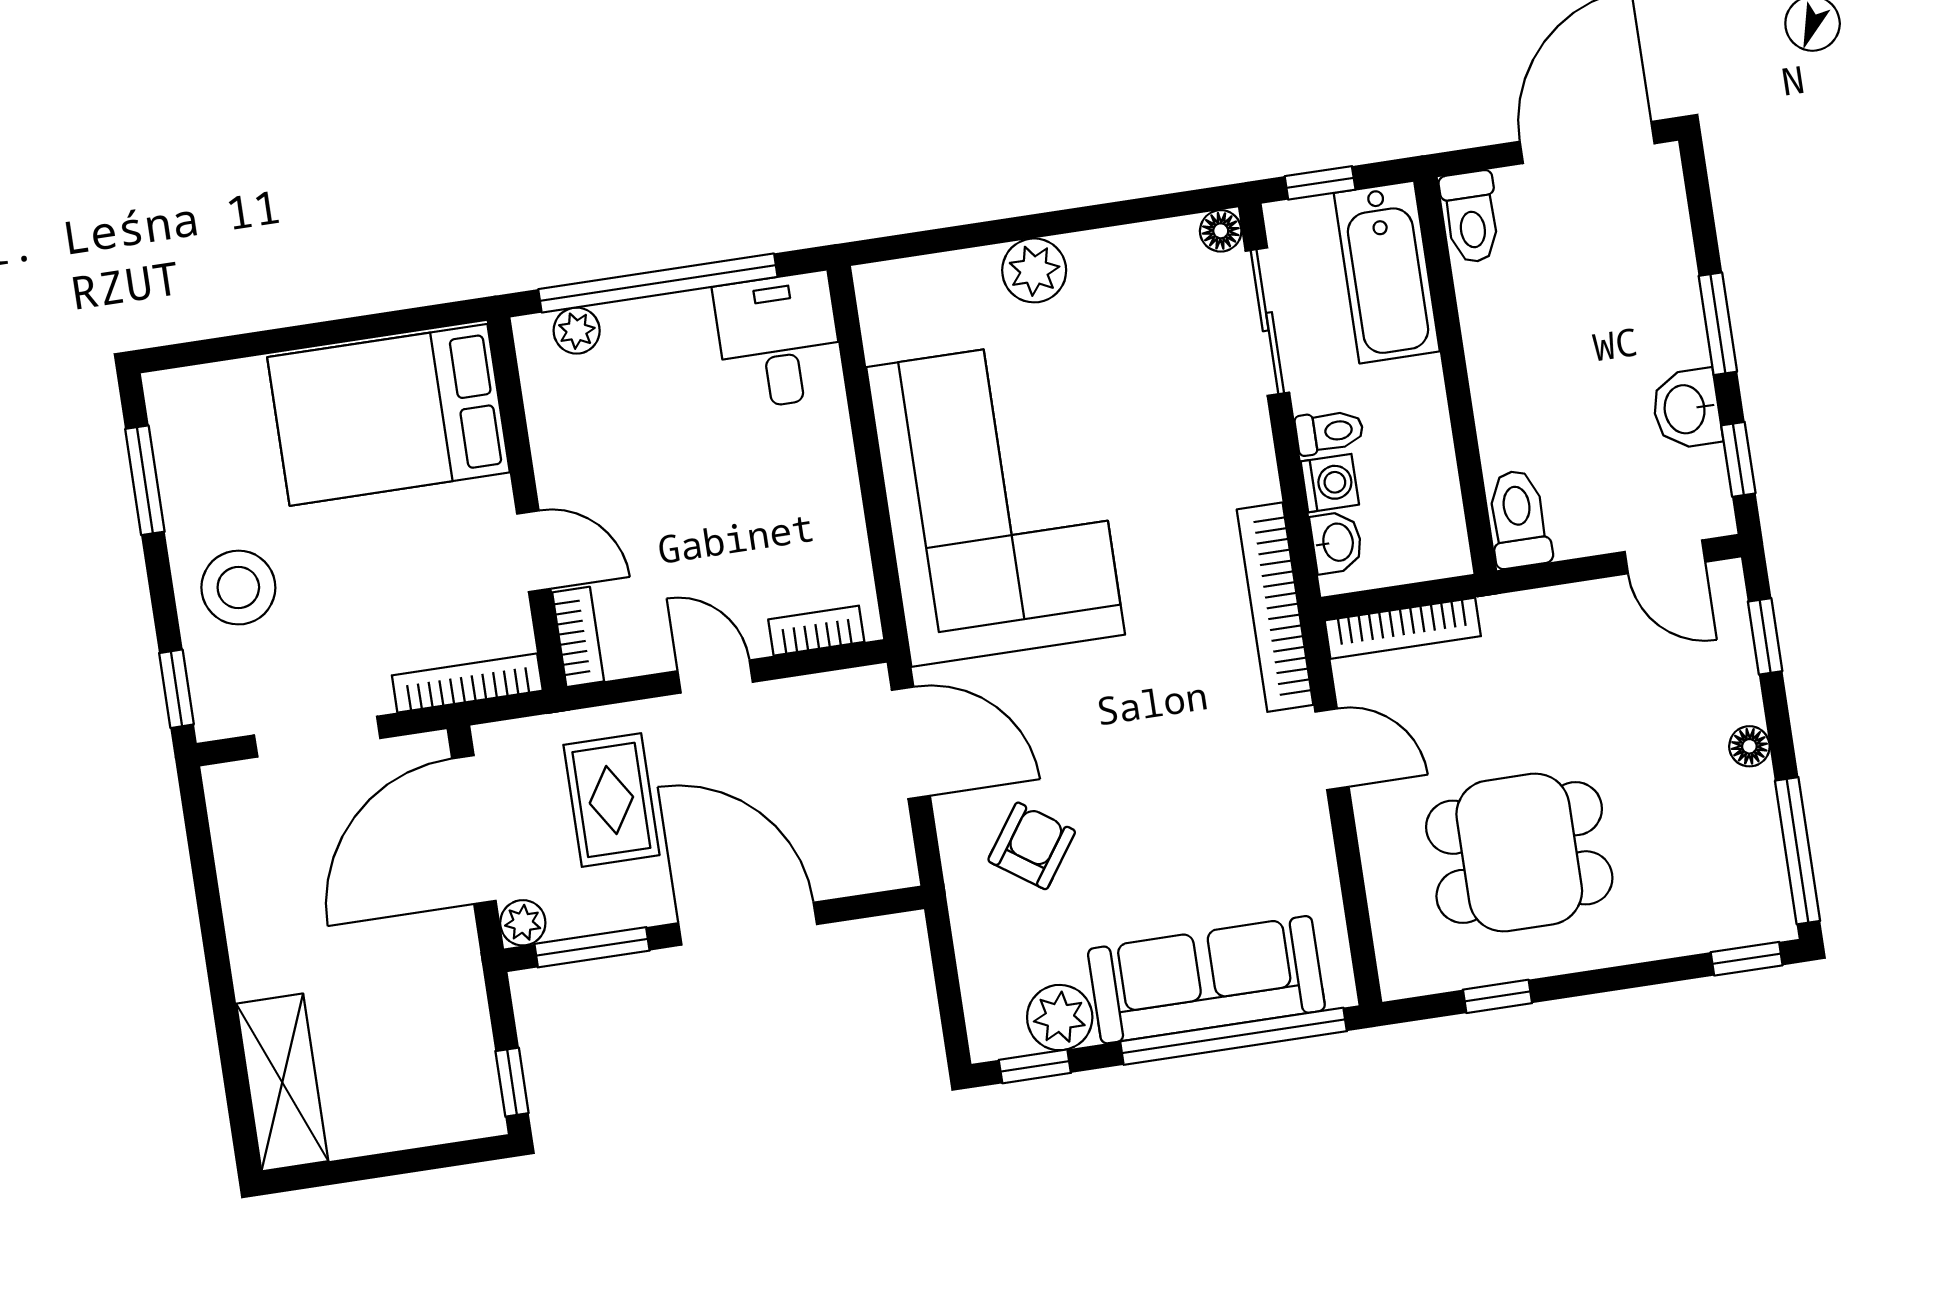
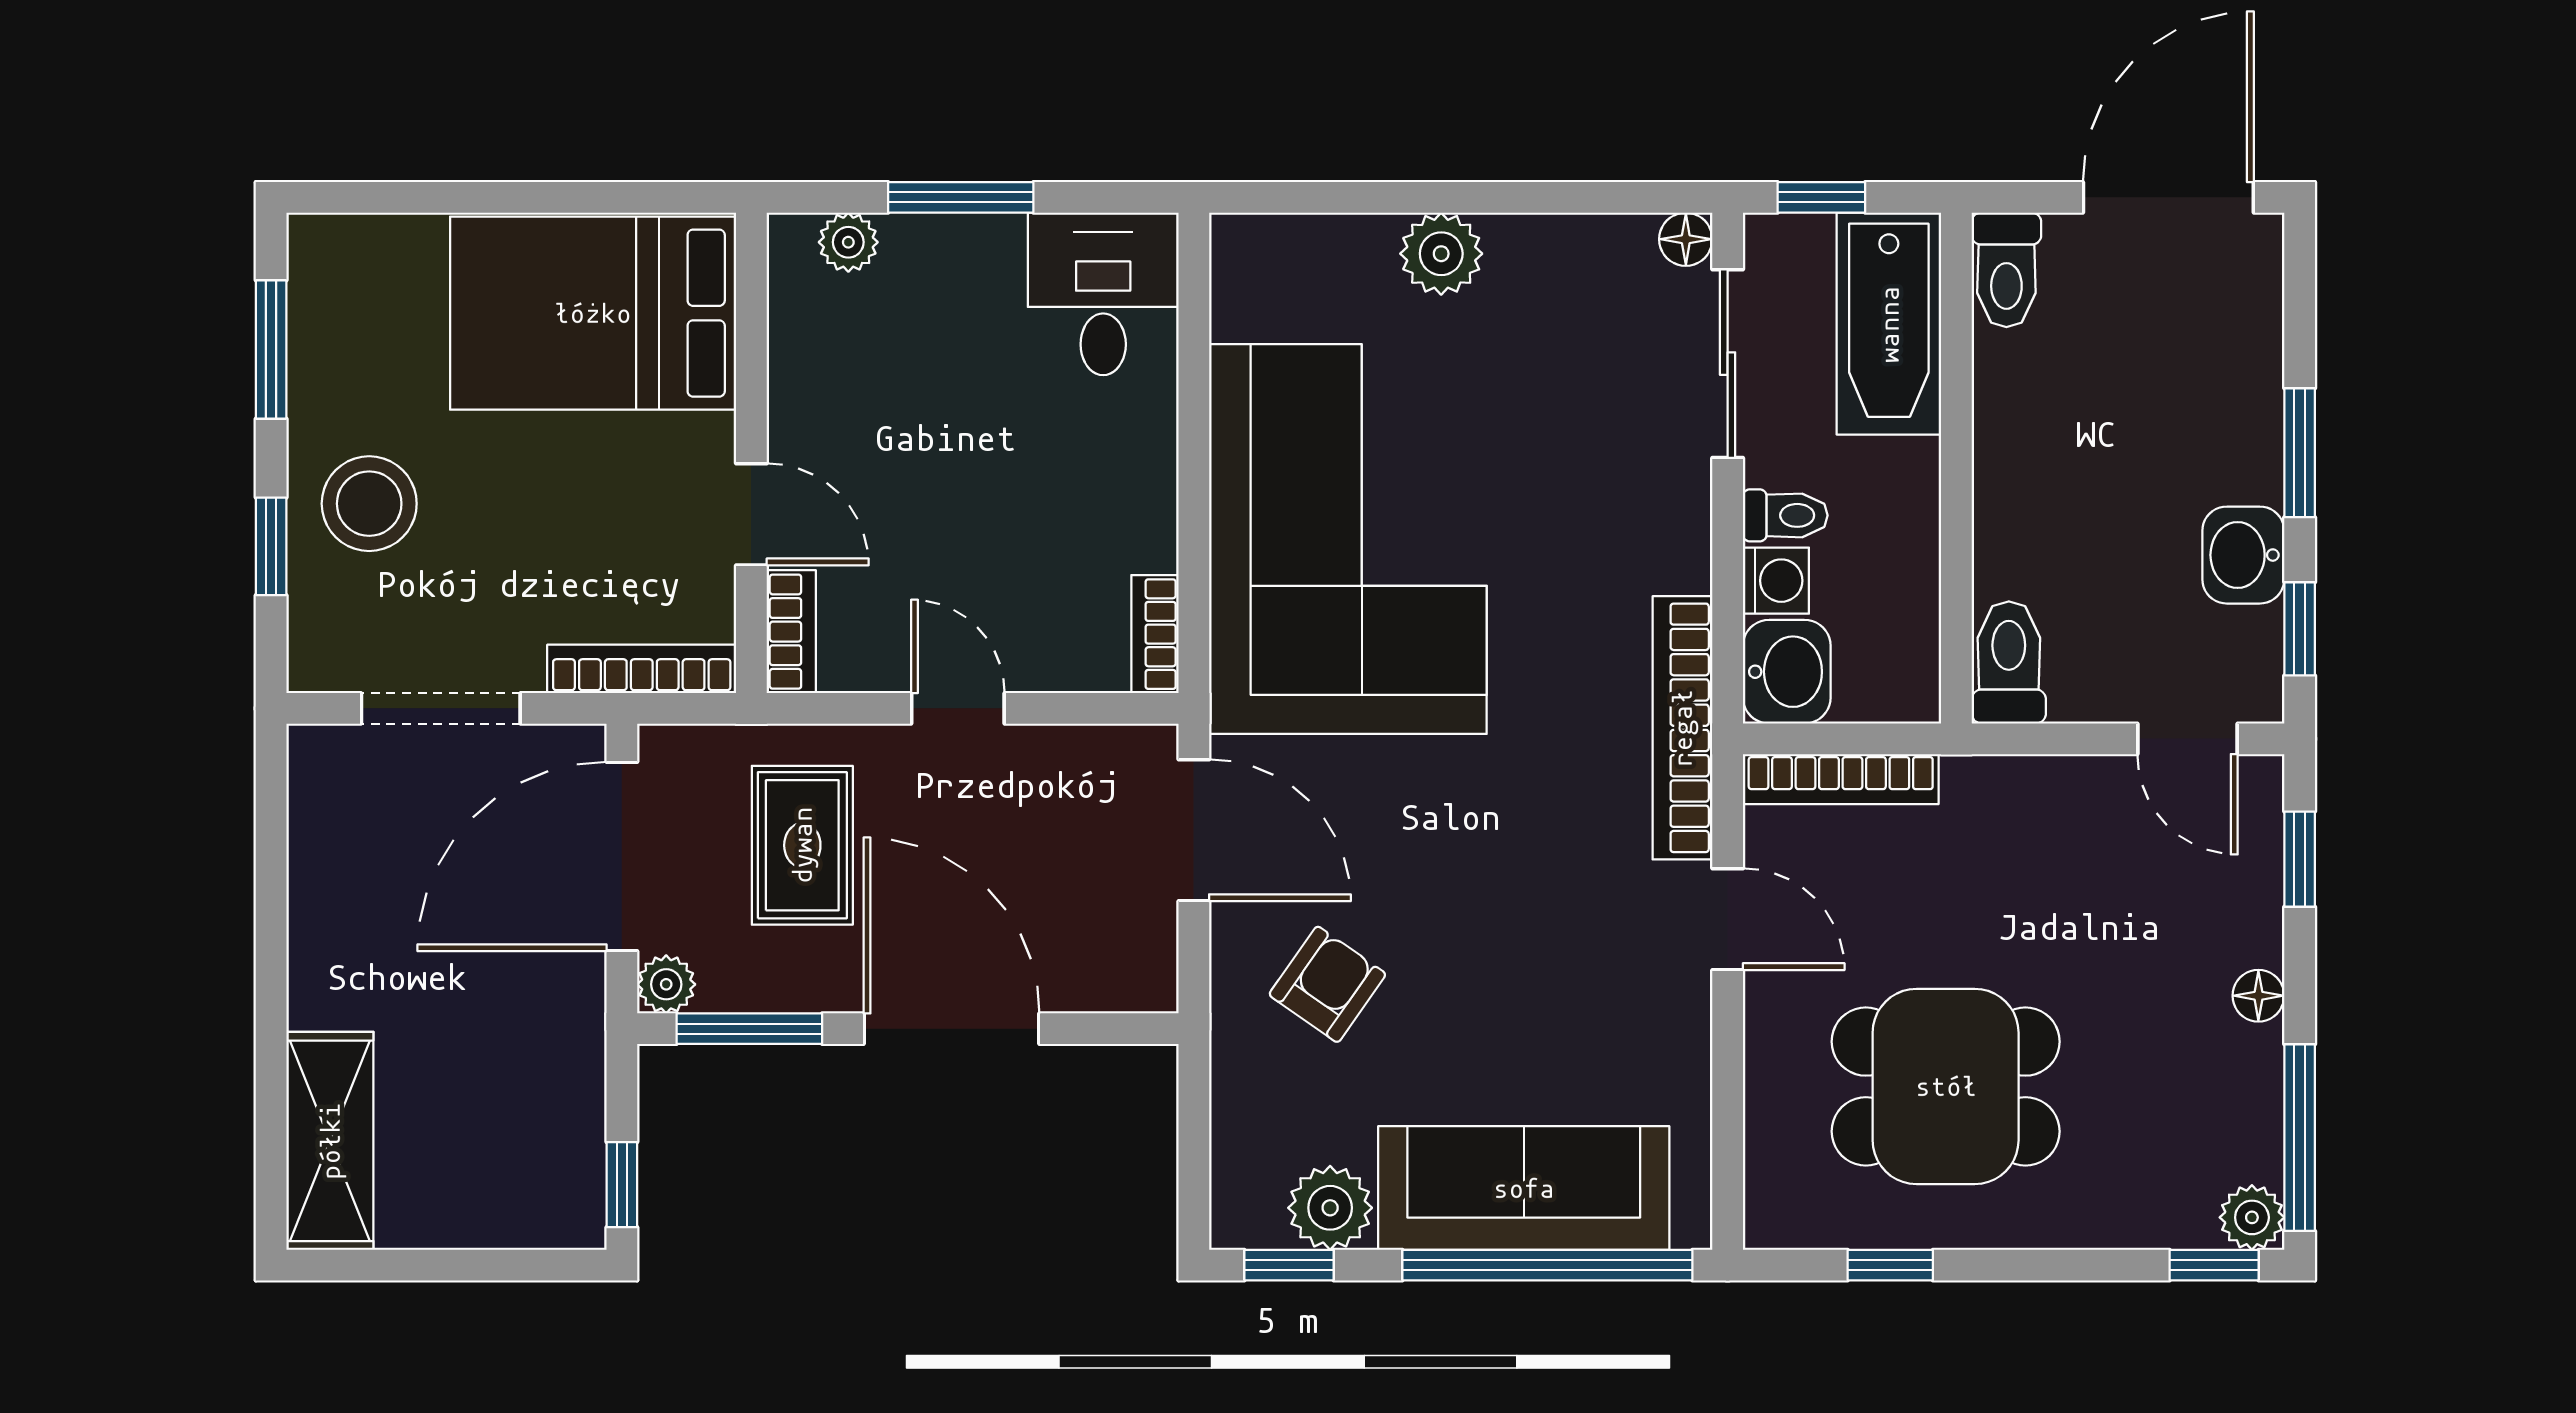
window: (658, 283) -> (961, 197), width x0.47
washbasin: (1337, 542) -> (1787, 672), width x1.38, depth x1.45
bookcase: (816, 631) -> (1155, 634), moved, turned -90
window: (176, 689) -> (271, 546), moved
plant: (1770, 918) -> (2252, 1217), added

